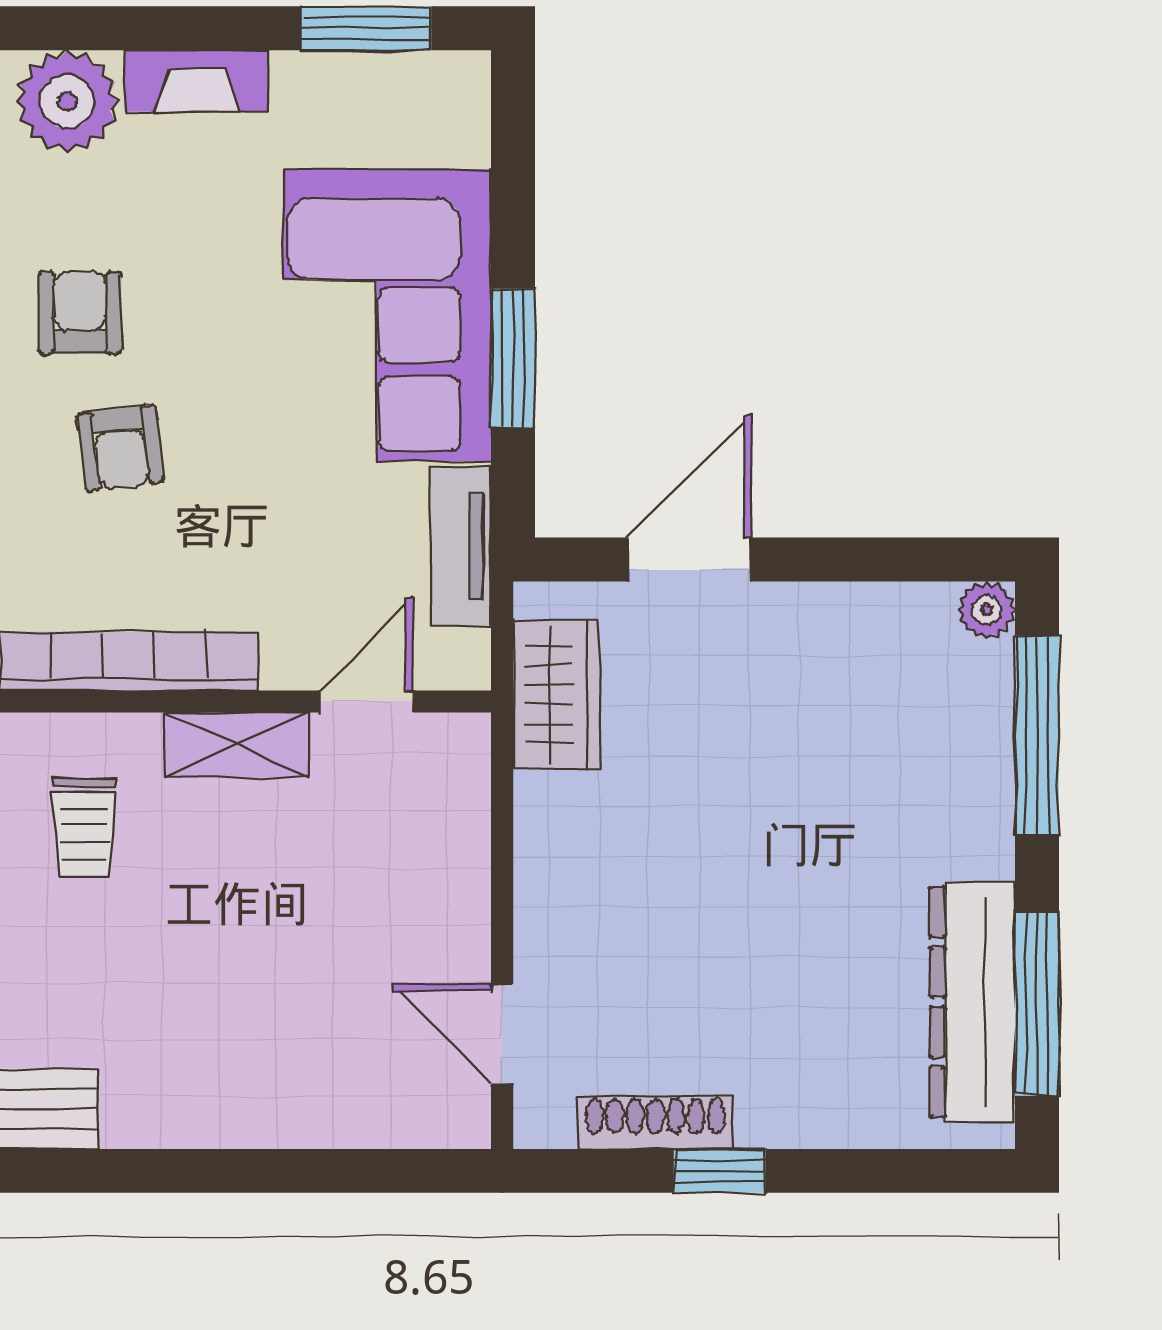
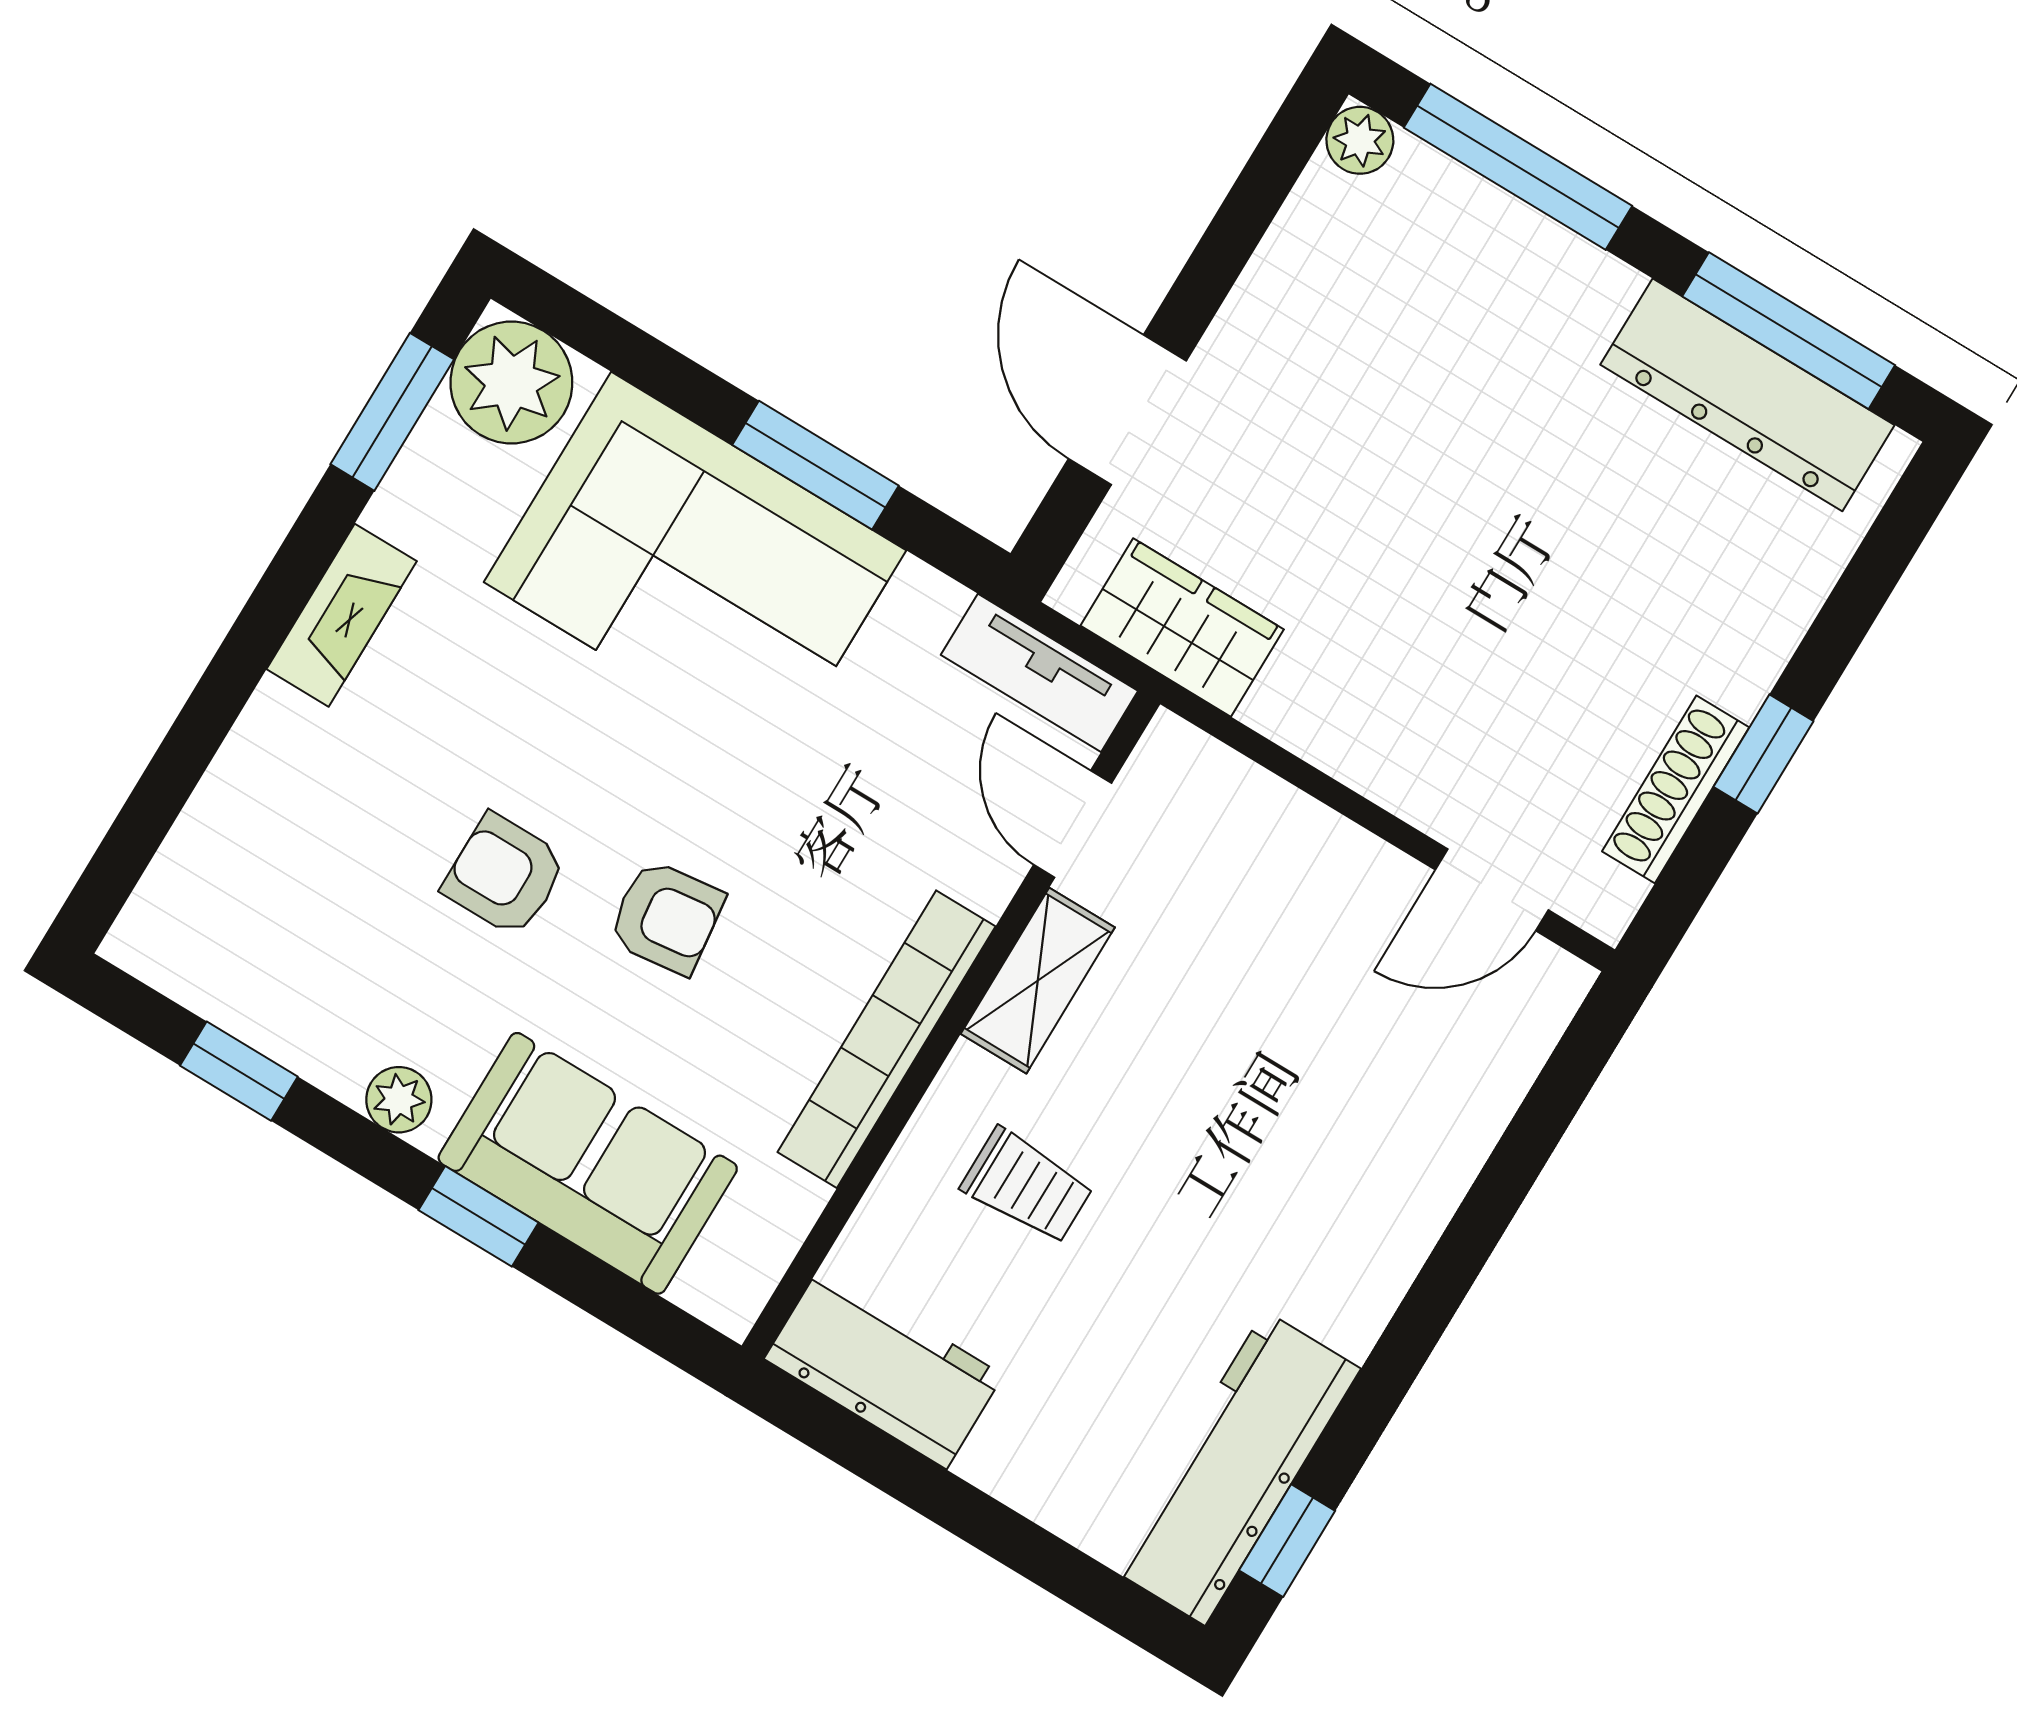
plant: (67, 102) -> (511, 382), moved
tv unit: (461, 546) -> (1039, 673), moved

